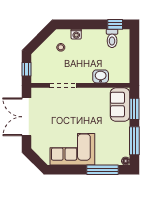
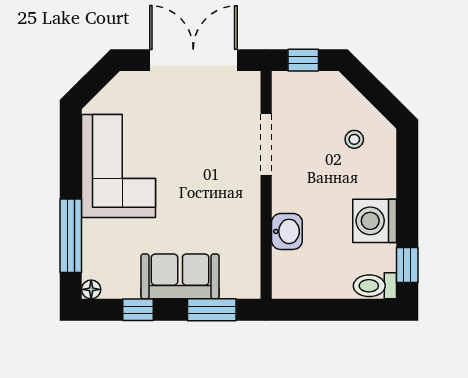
washing machine: (76, 34) -> (375, 221), moved, width x1.89, depth x1.89
toilet: (112, 38) -> (375, 286), moved
sofa: (120, 105) -> (180, 276), moved
window: (134, 141) -> (138, 310), width x0.46

